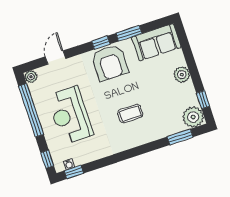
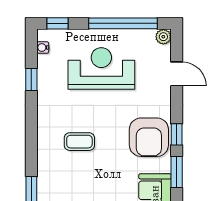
armchair: (110, 63) -> (149, 137), turned -90
coffee table: (130, 114) -> (79, 142), turned 90
window: (74, 172) -> (31, 79), moved

